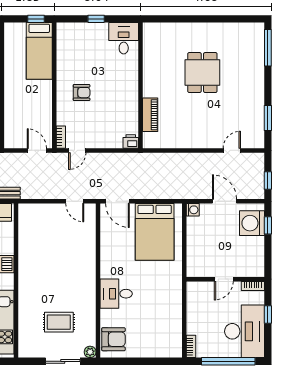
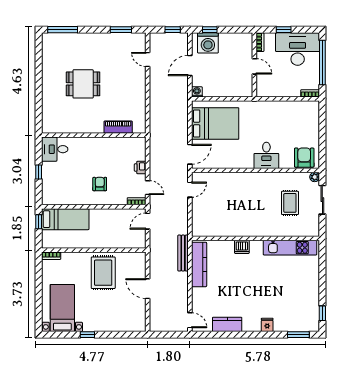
printer: (131, 141) -> (140, 167), moved

